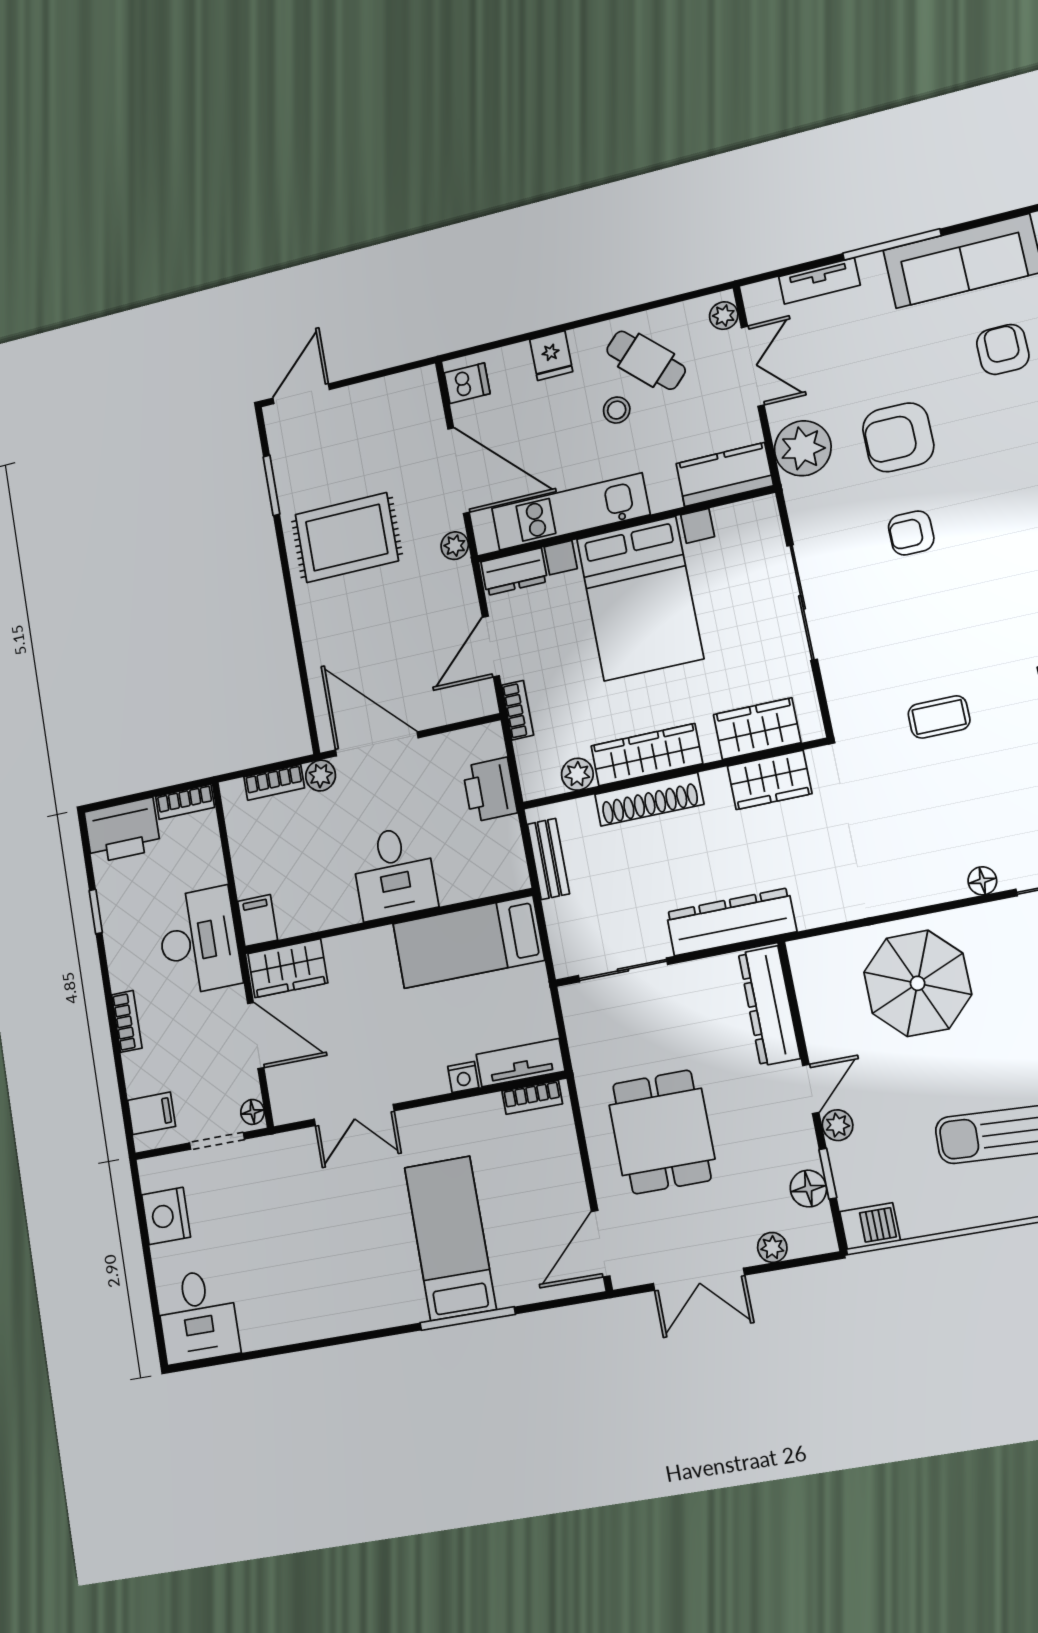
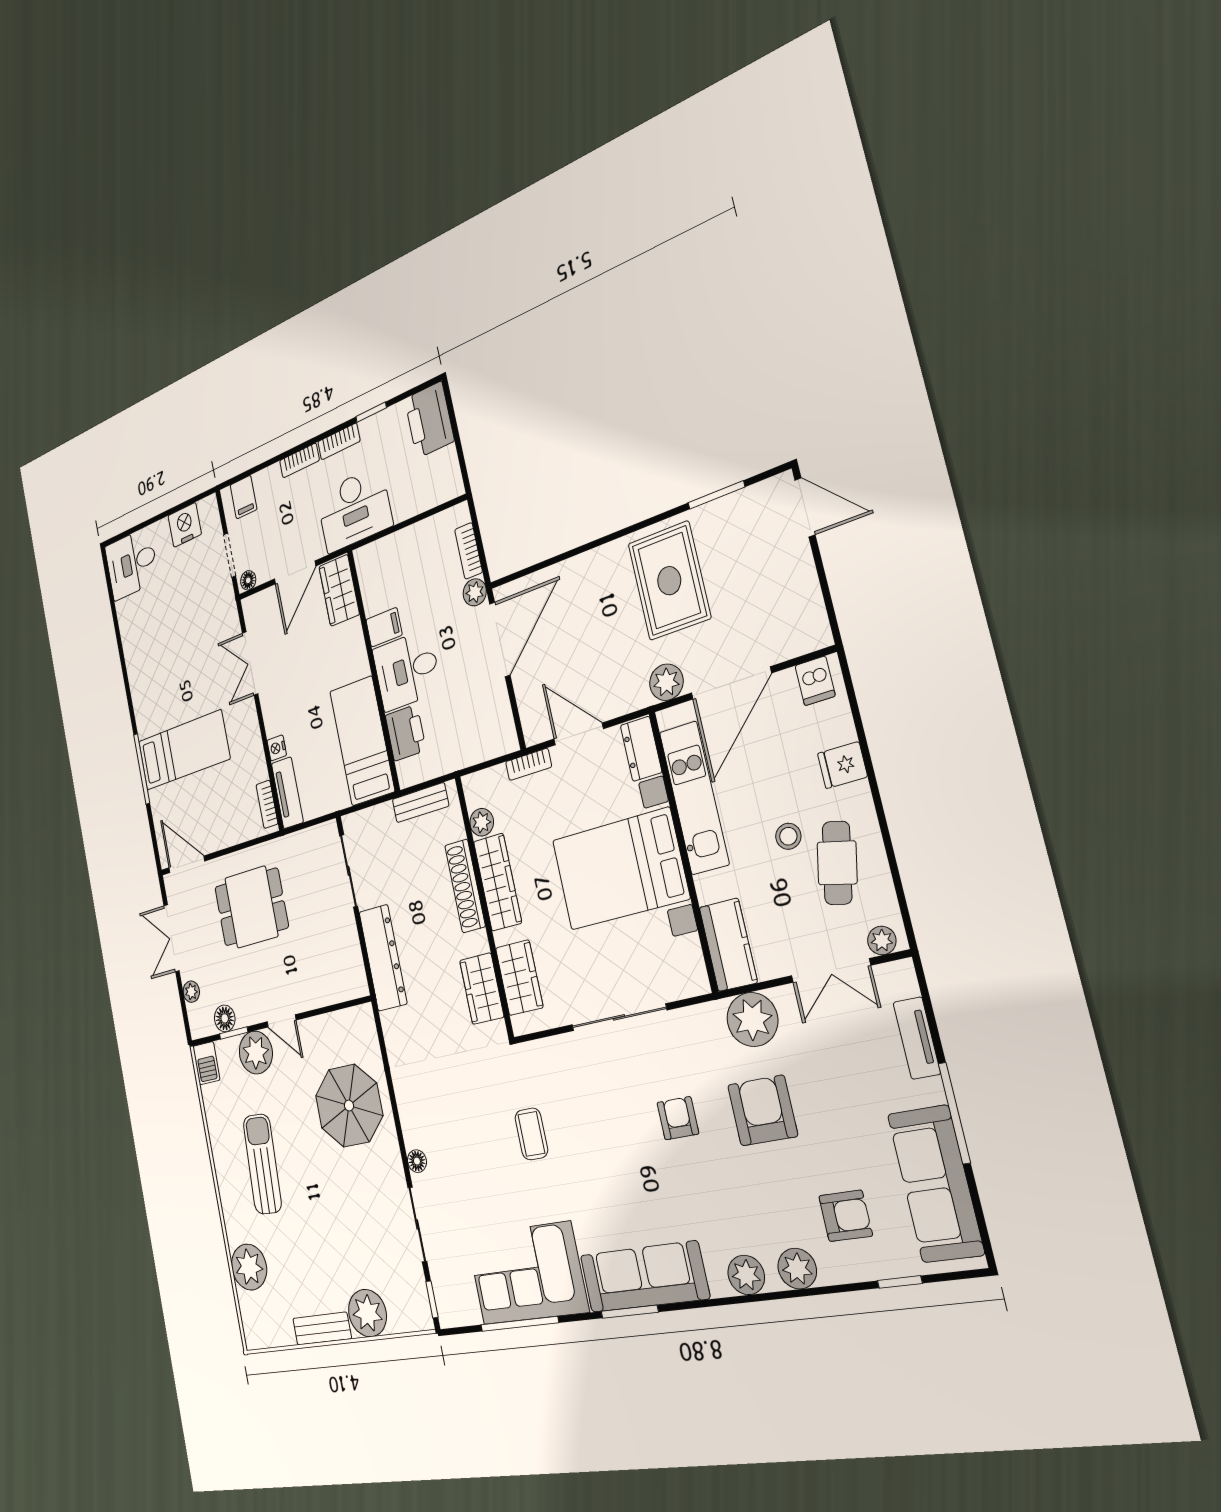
cafe table: (646, 360) -> (837, 863), turned -32
plant: (455, 546) -> (666, 682), width x1.38, depth x1.38
printer: (490, 790) -> (406, 733), moved, turned 90
bookcase: (185, 802) -> (339, 441), moved, turned -90
filing cabinet: (258, 921) -> (384, 627), moved
dresser: (769, 1006) -> (330, 989), removed
plant: (838, 1125) -> (256, 1053), width x1.88, depth x1.88

